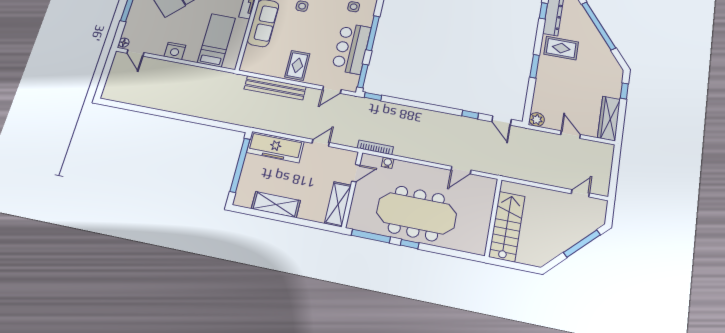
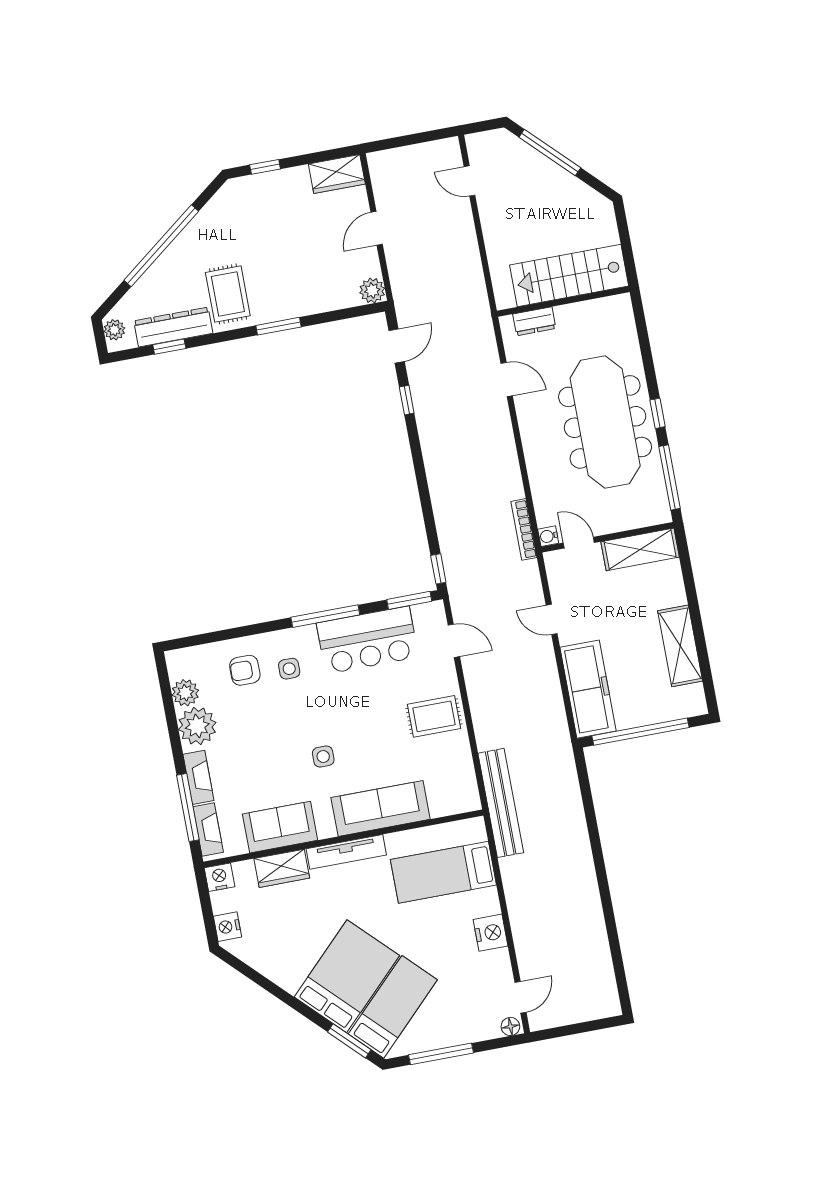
bench: (275, 88) -> (501, 803), moved
wardrobe: (609, 118) -> (337, 174), width x0.67
water cooler: (388, 163) -> (548, 536), moved
dresser: (488, 197) -> (534, 321), added

